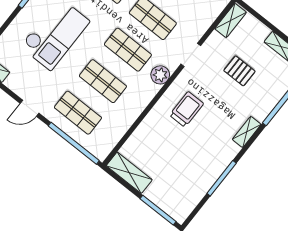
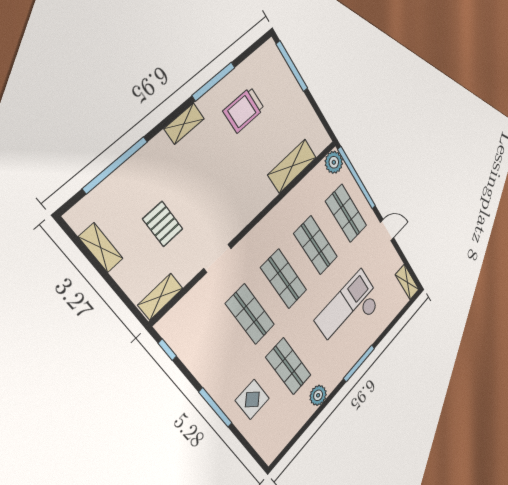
plant: (160, 75) -> (334, 162), moved
trolley: (186, 109) -> (244, 110), moved
shelving: (247, 132) -> (184, 124), moved
shelving: (129, 173) -> (292, 166), moved, turned 90

